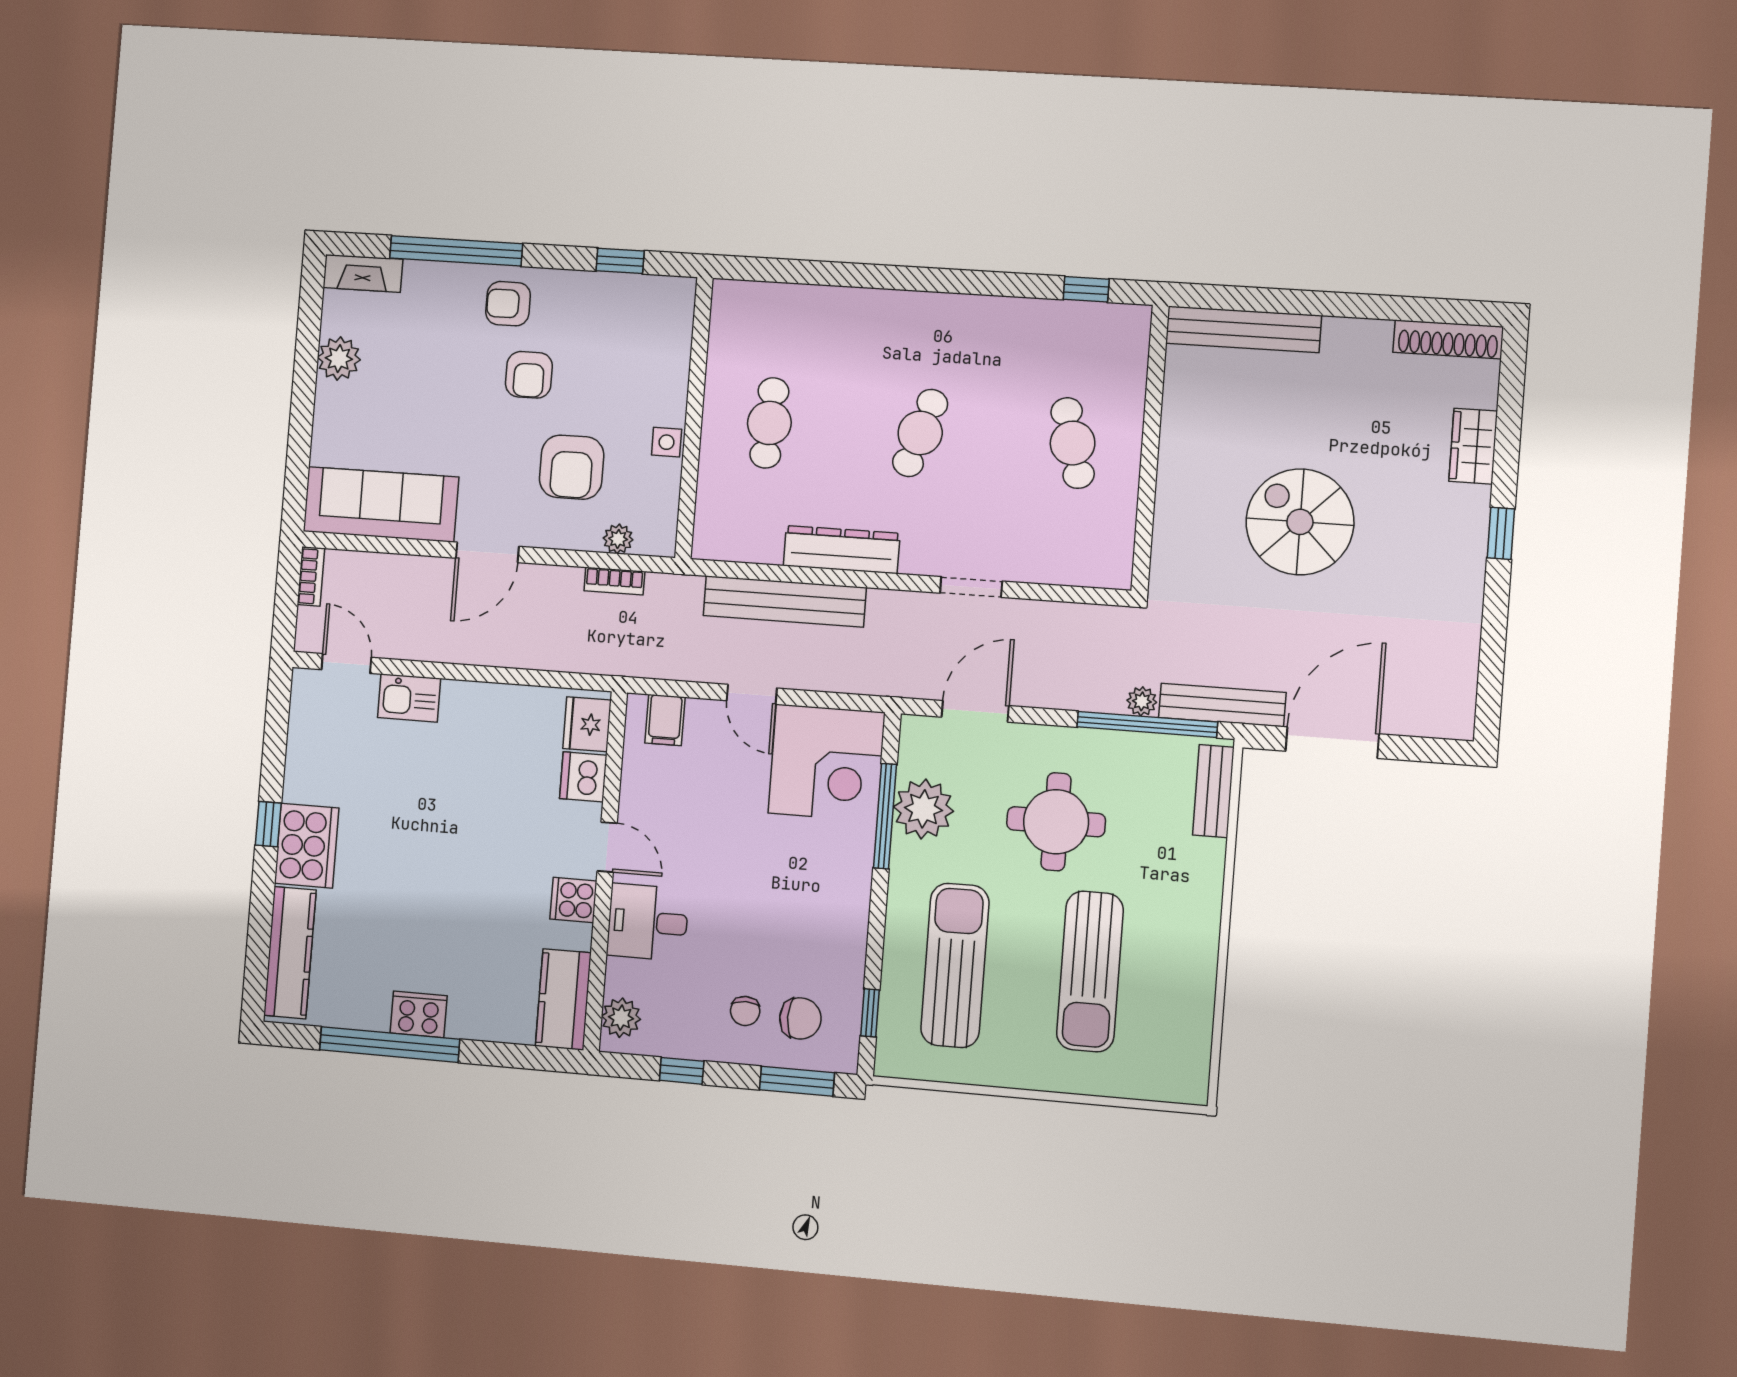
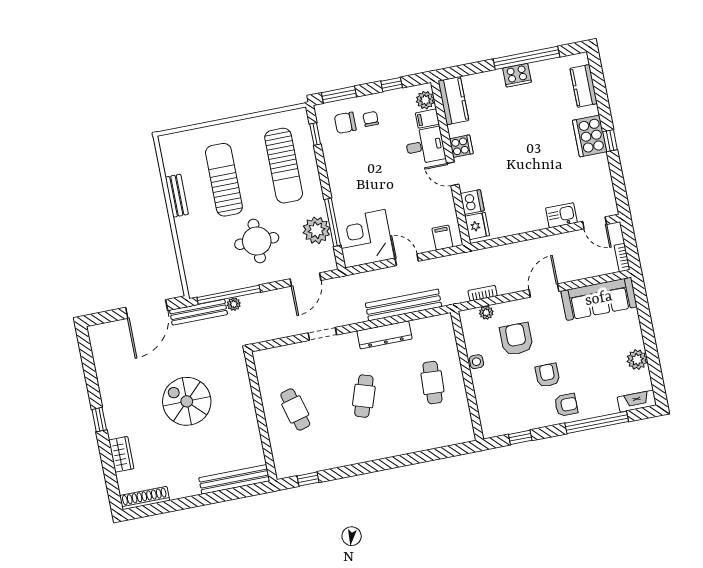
spiral stairs: (1300, 522) -> (187, 401), turned 180
bench: (1213, 791) -> (177, 196), moved
kitchen counter: (290, 953) -> (584, 86), width x0.67
filing cabinet: (627, 978) -> (427, 119), added

